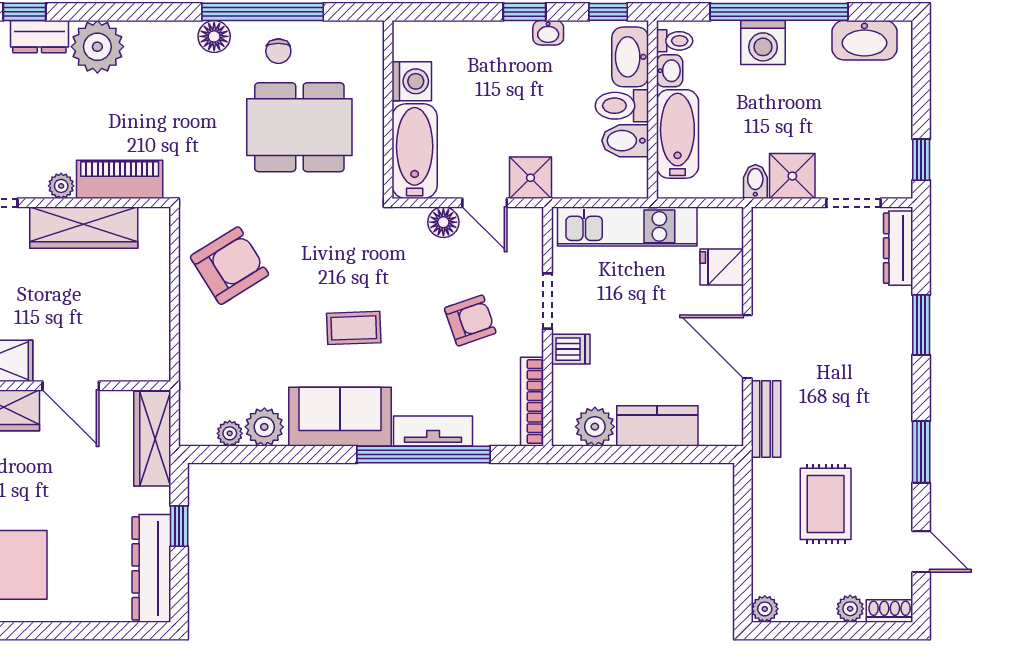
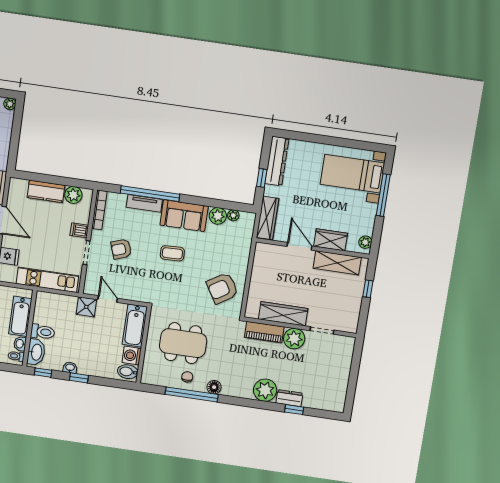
bidet: (625, 141) -> (128, 372), moved, turned 180
plant: (61, 186) -> (294, 339), width x1.87, depth x1.87
floor lamp: (443, 222) -> (127, 293), removed

